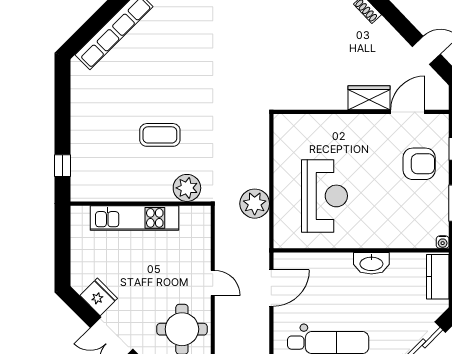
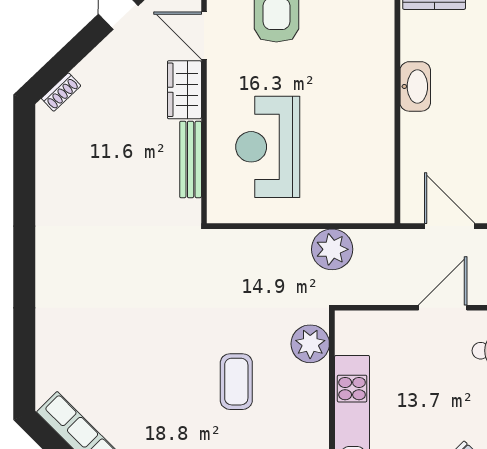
bench: (319, 102) -> (191, 159), added
reception desk: (324, 196) -> (268, 147), moved, turned -90
door: (213, 283) -> (443, 308), width x1.38

